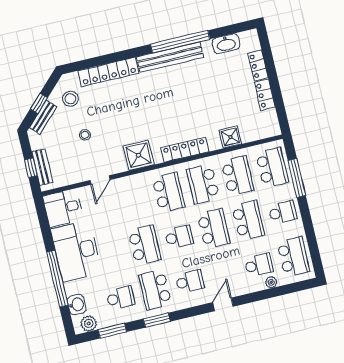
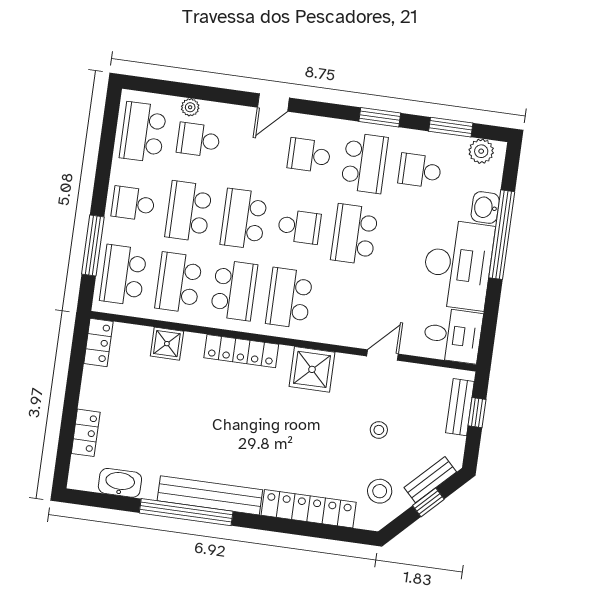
locker: (265, 95) -> (98, 343), moved
school desk: (179, 237) -> (299, 227), turned 180
washbasin: (77, 305) -> (485, 207), moved

